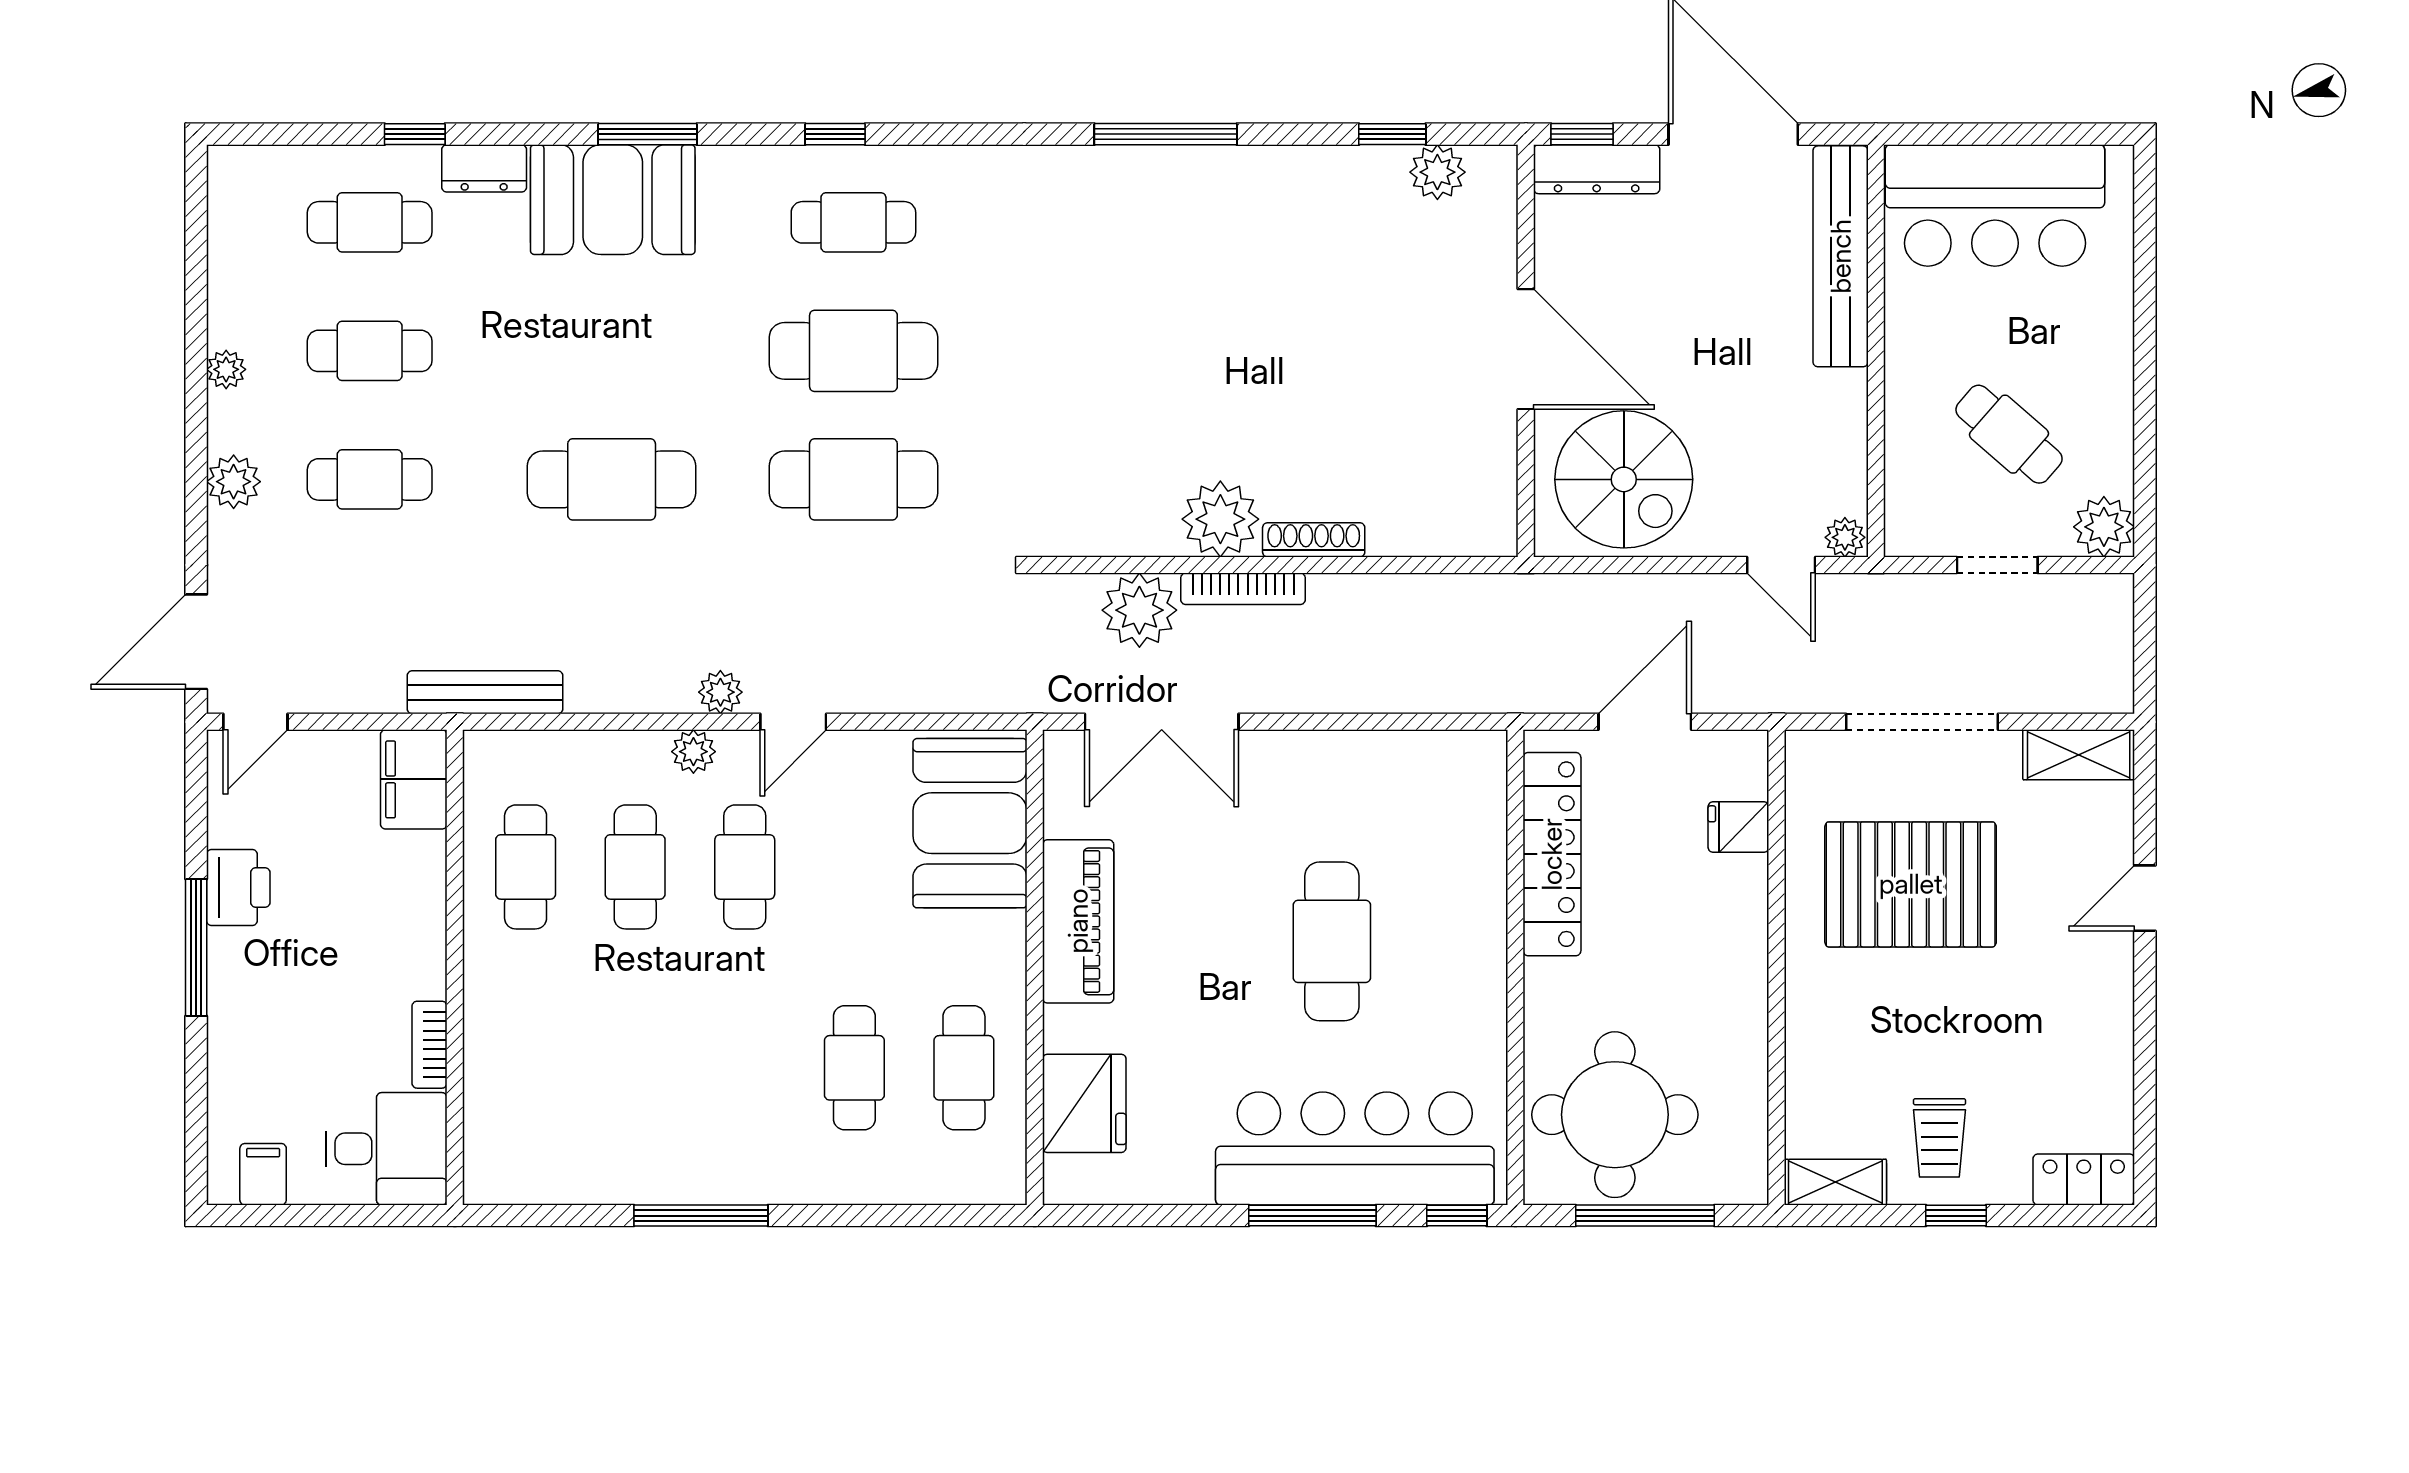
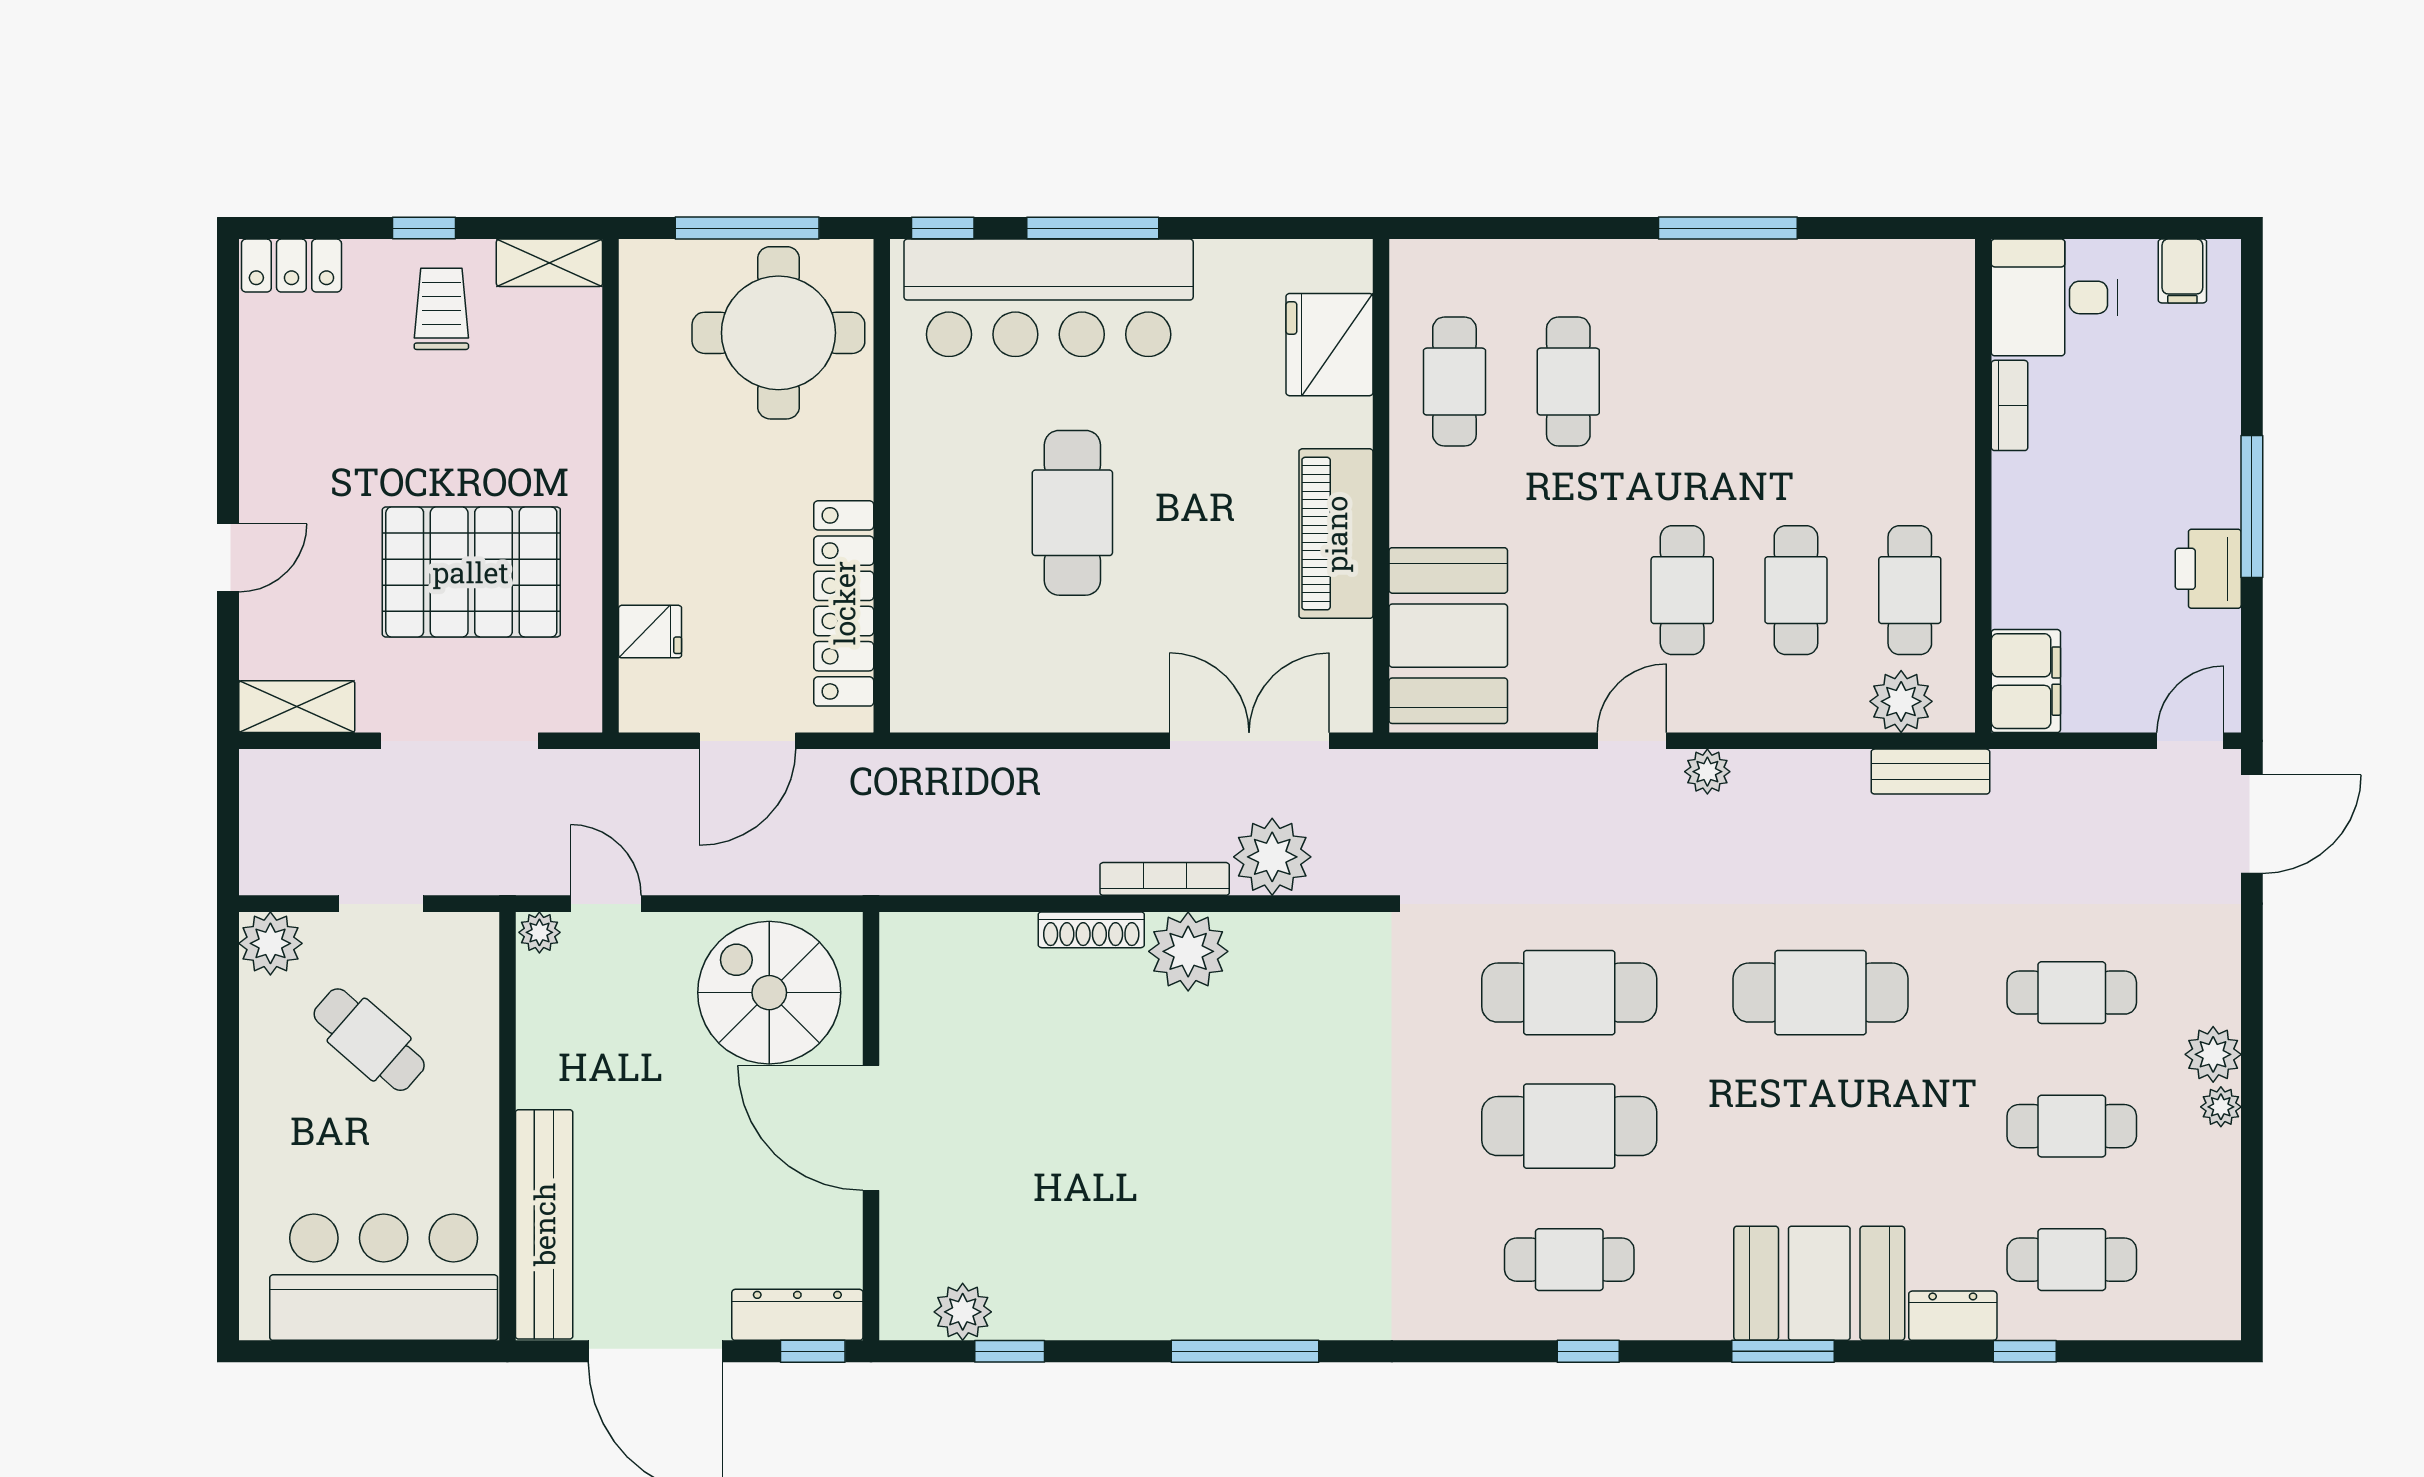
plant: (234, 482) -> (2213, 1054), moved
bench: (485, 692) -> (1930, 772), width x0.73
plant: (693, 752) -> (1901, 701), moved, width x1.38, depth x1.38

